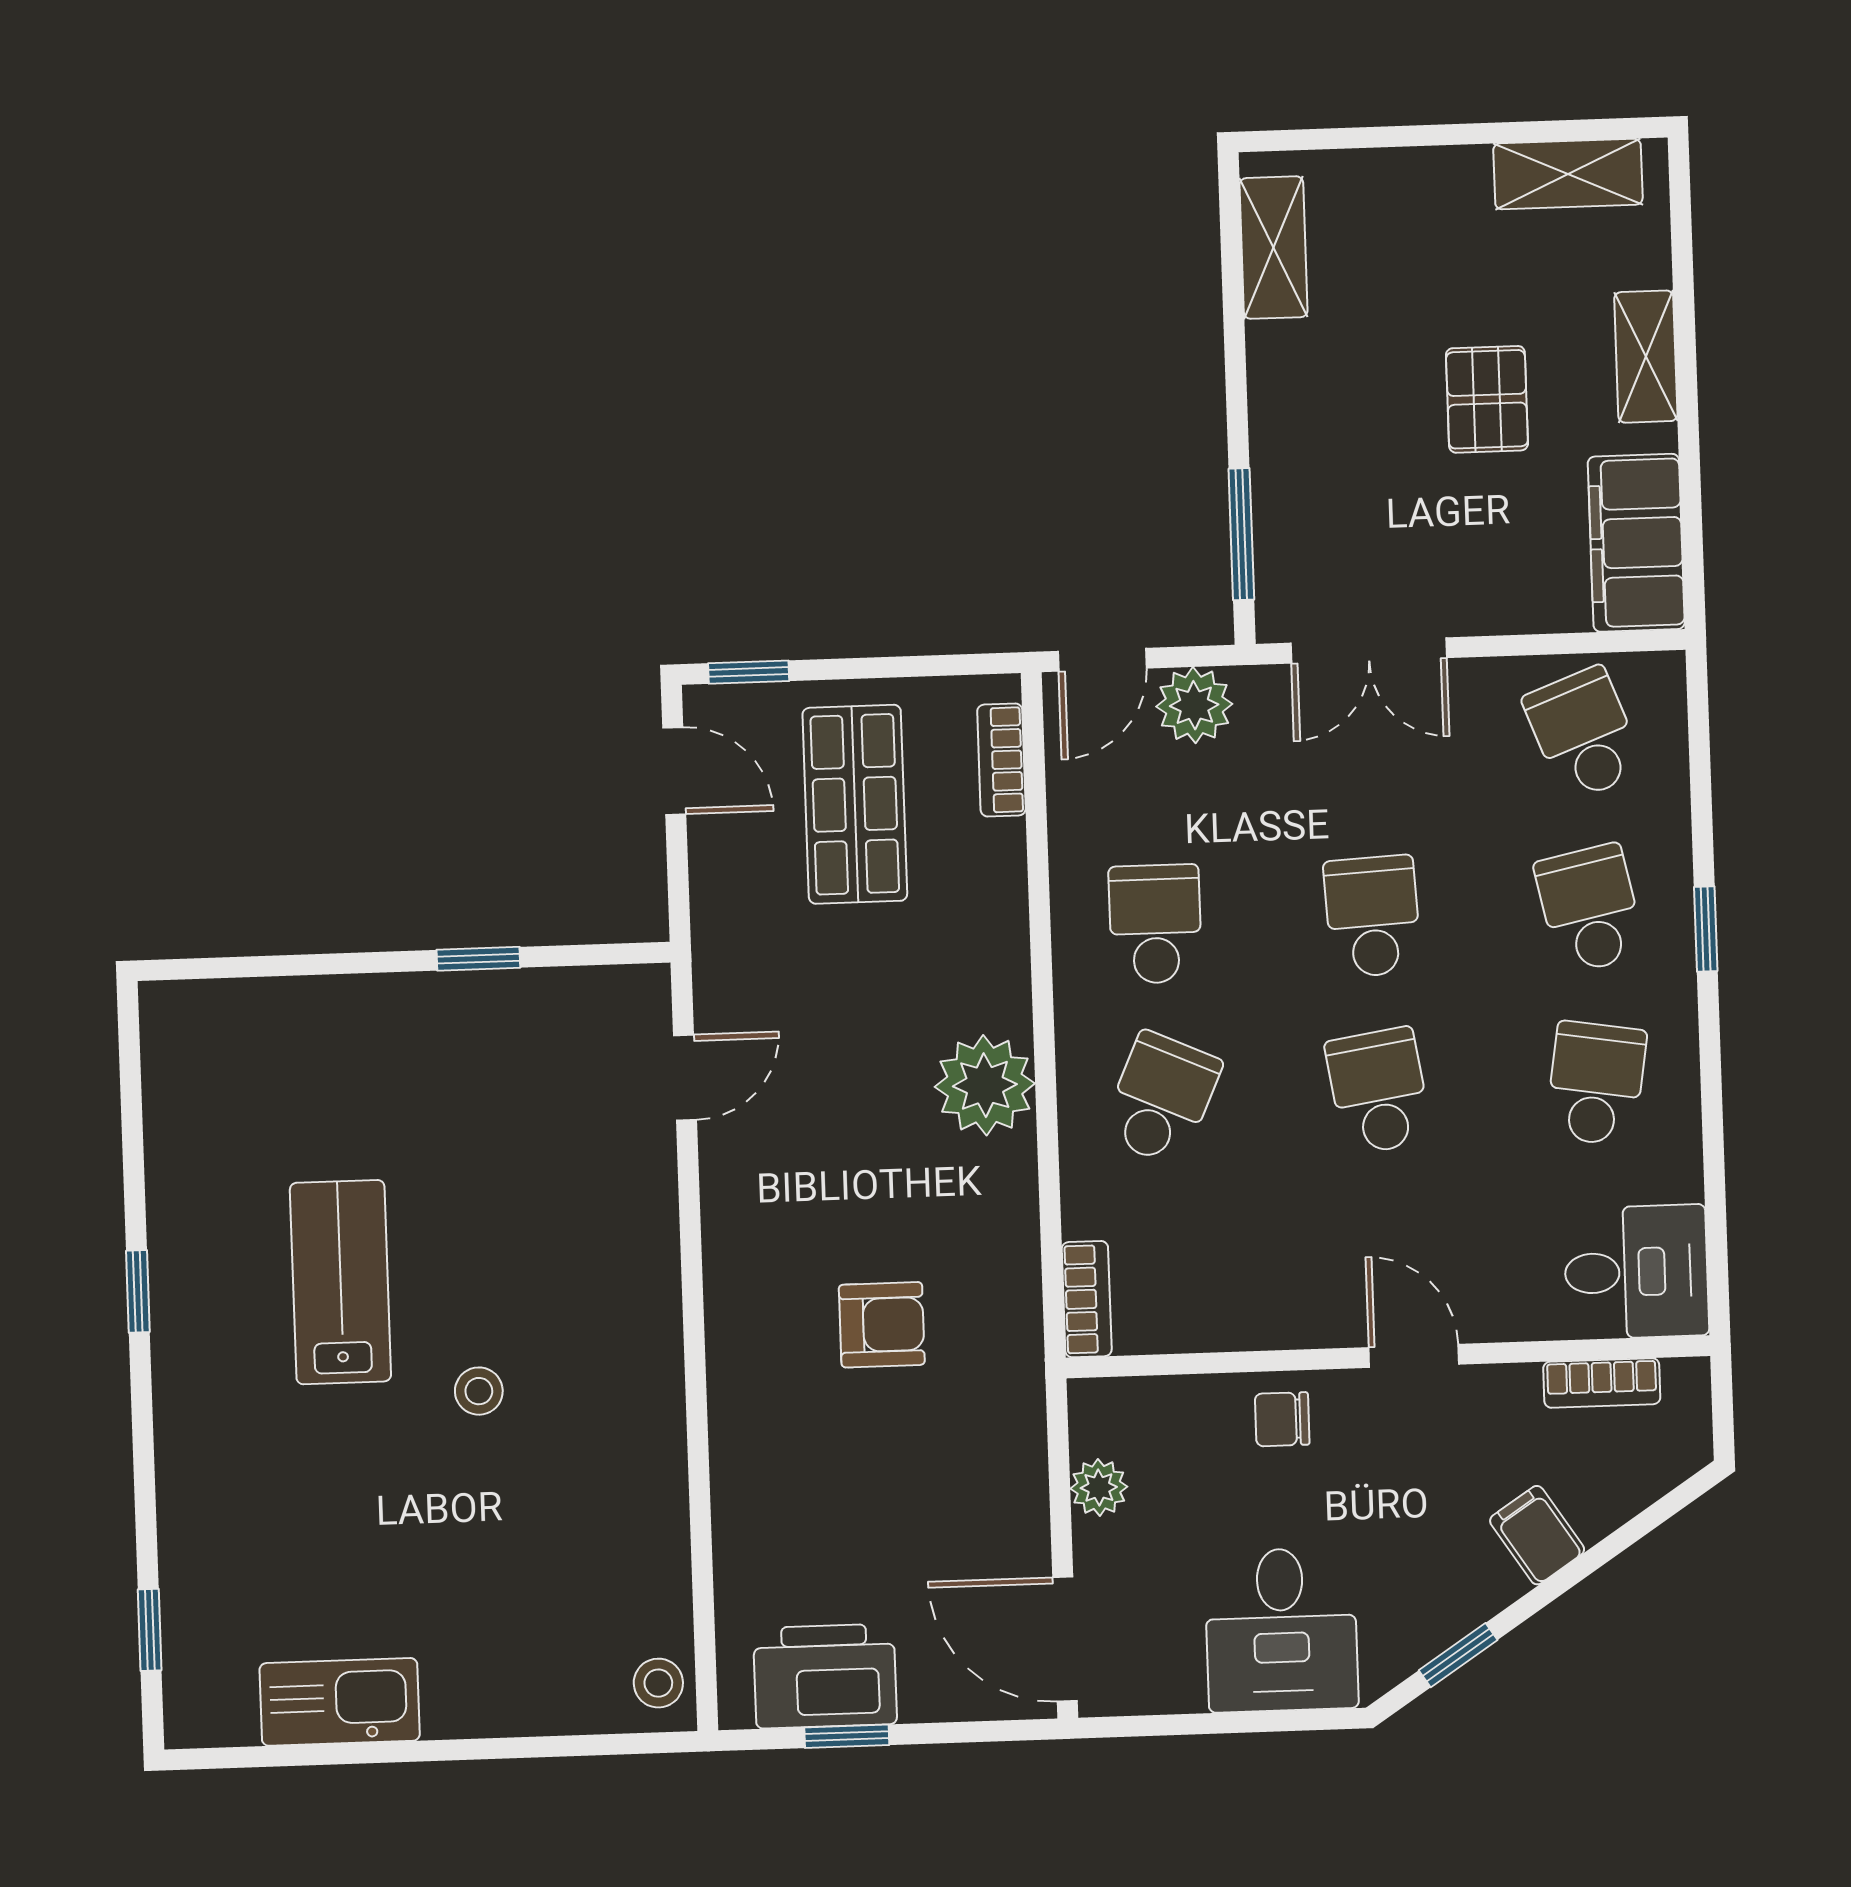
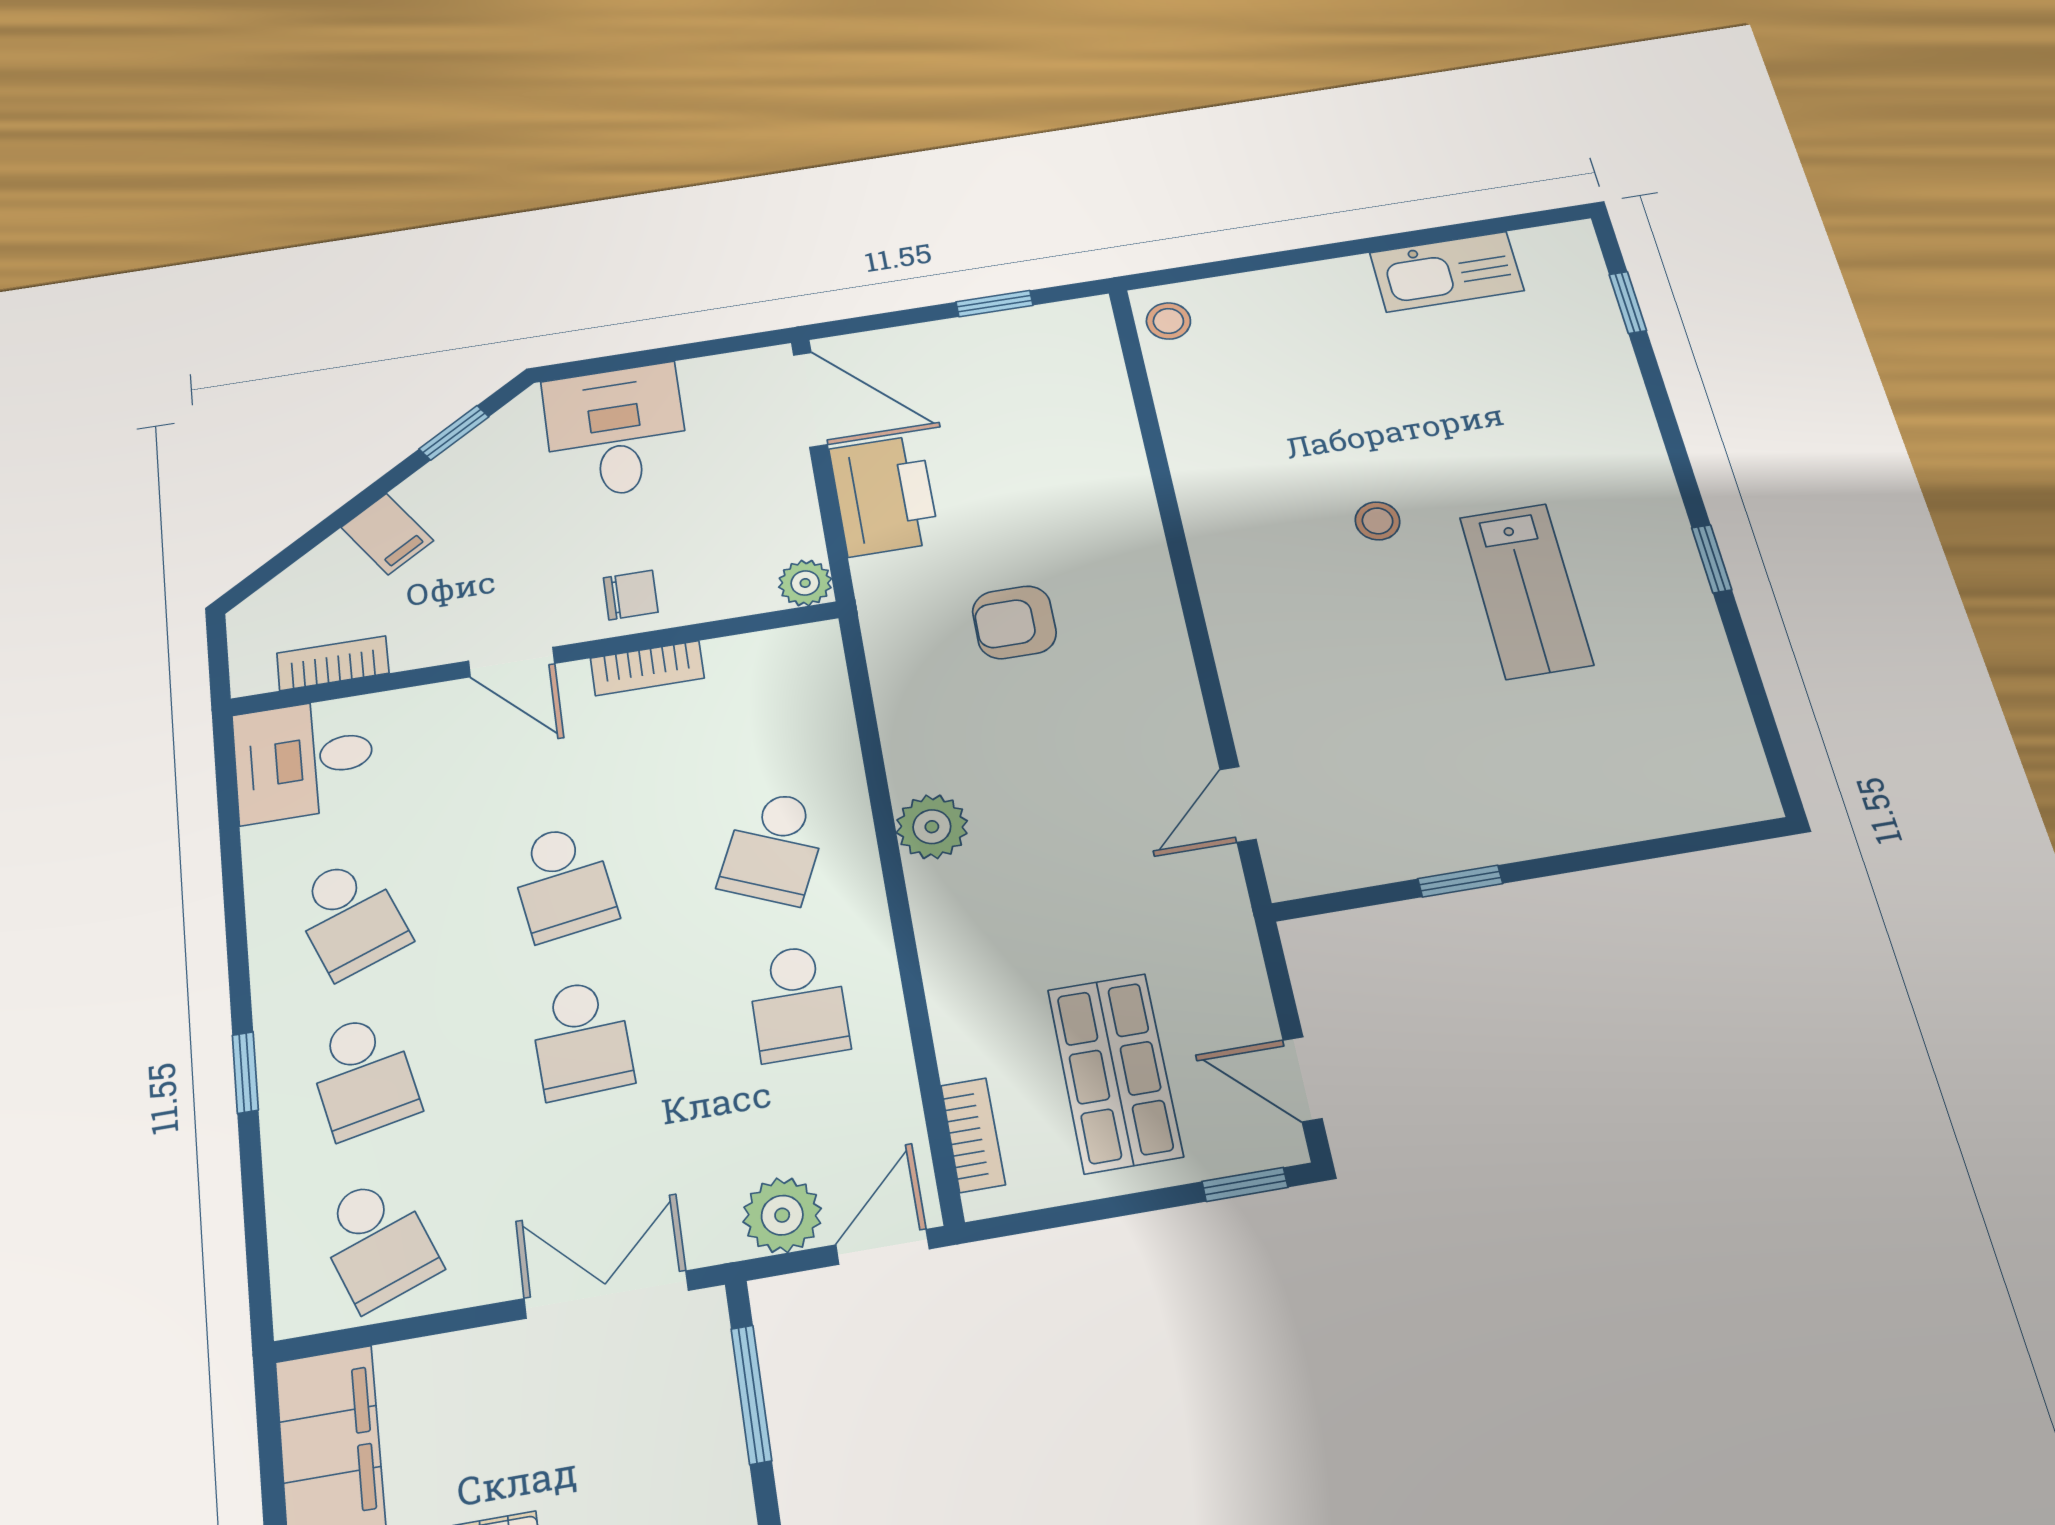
school desk: (1596, 1083) -> (350, 917), turned -30
plant: (985, 1085) -> (932, 827), width x0.73, depth x0.73
bookcase: (1087, 1299) -> (647, 668), moved, turned -90
plant: (1099, 1488) -> (805, 583), moved
printer: (825, 1676) -> (884, 496), moved, turned -90

